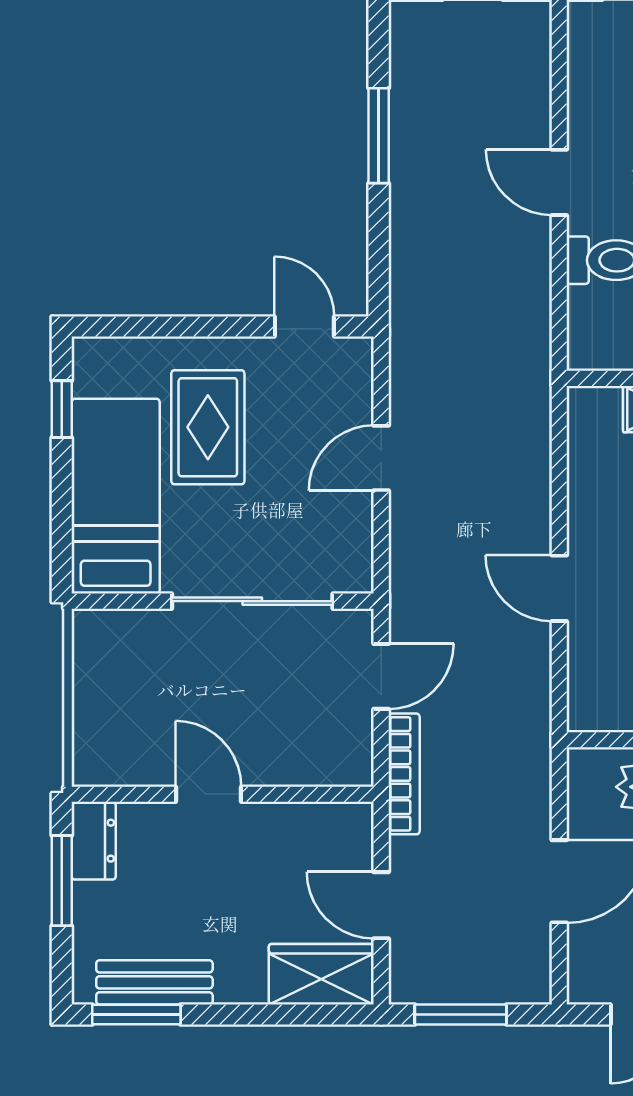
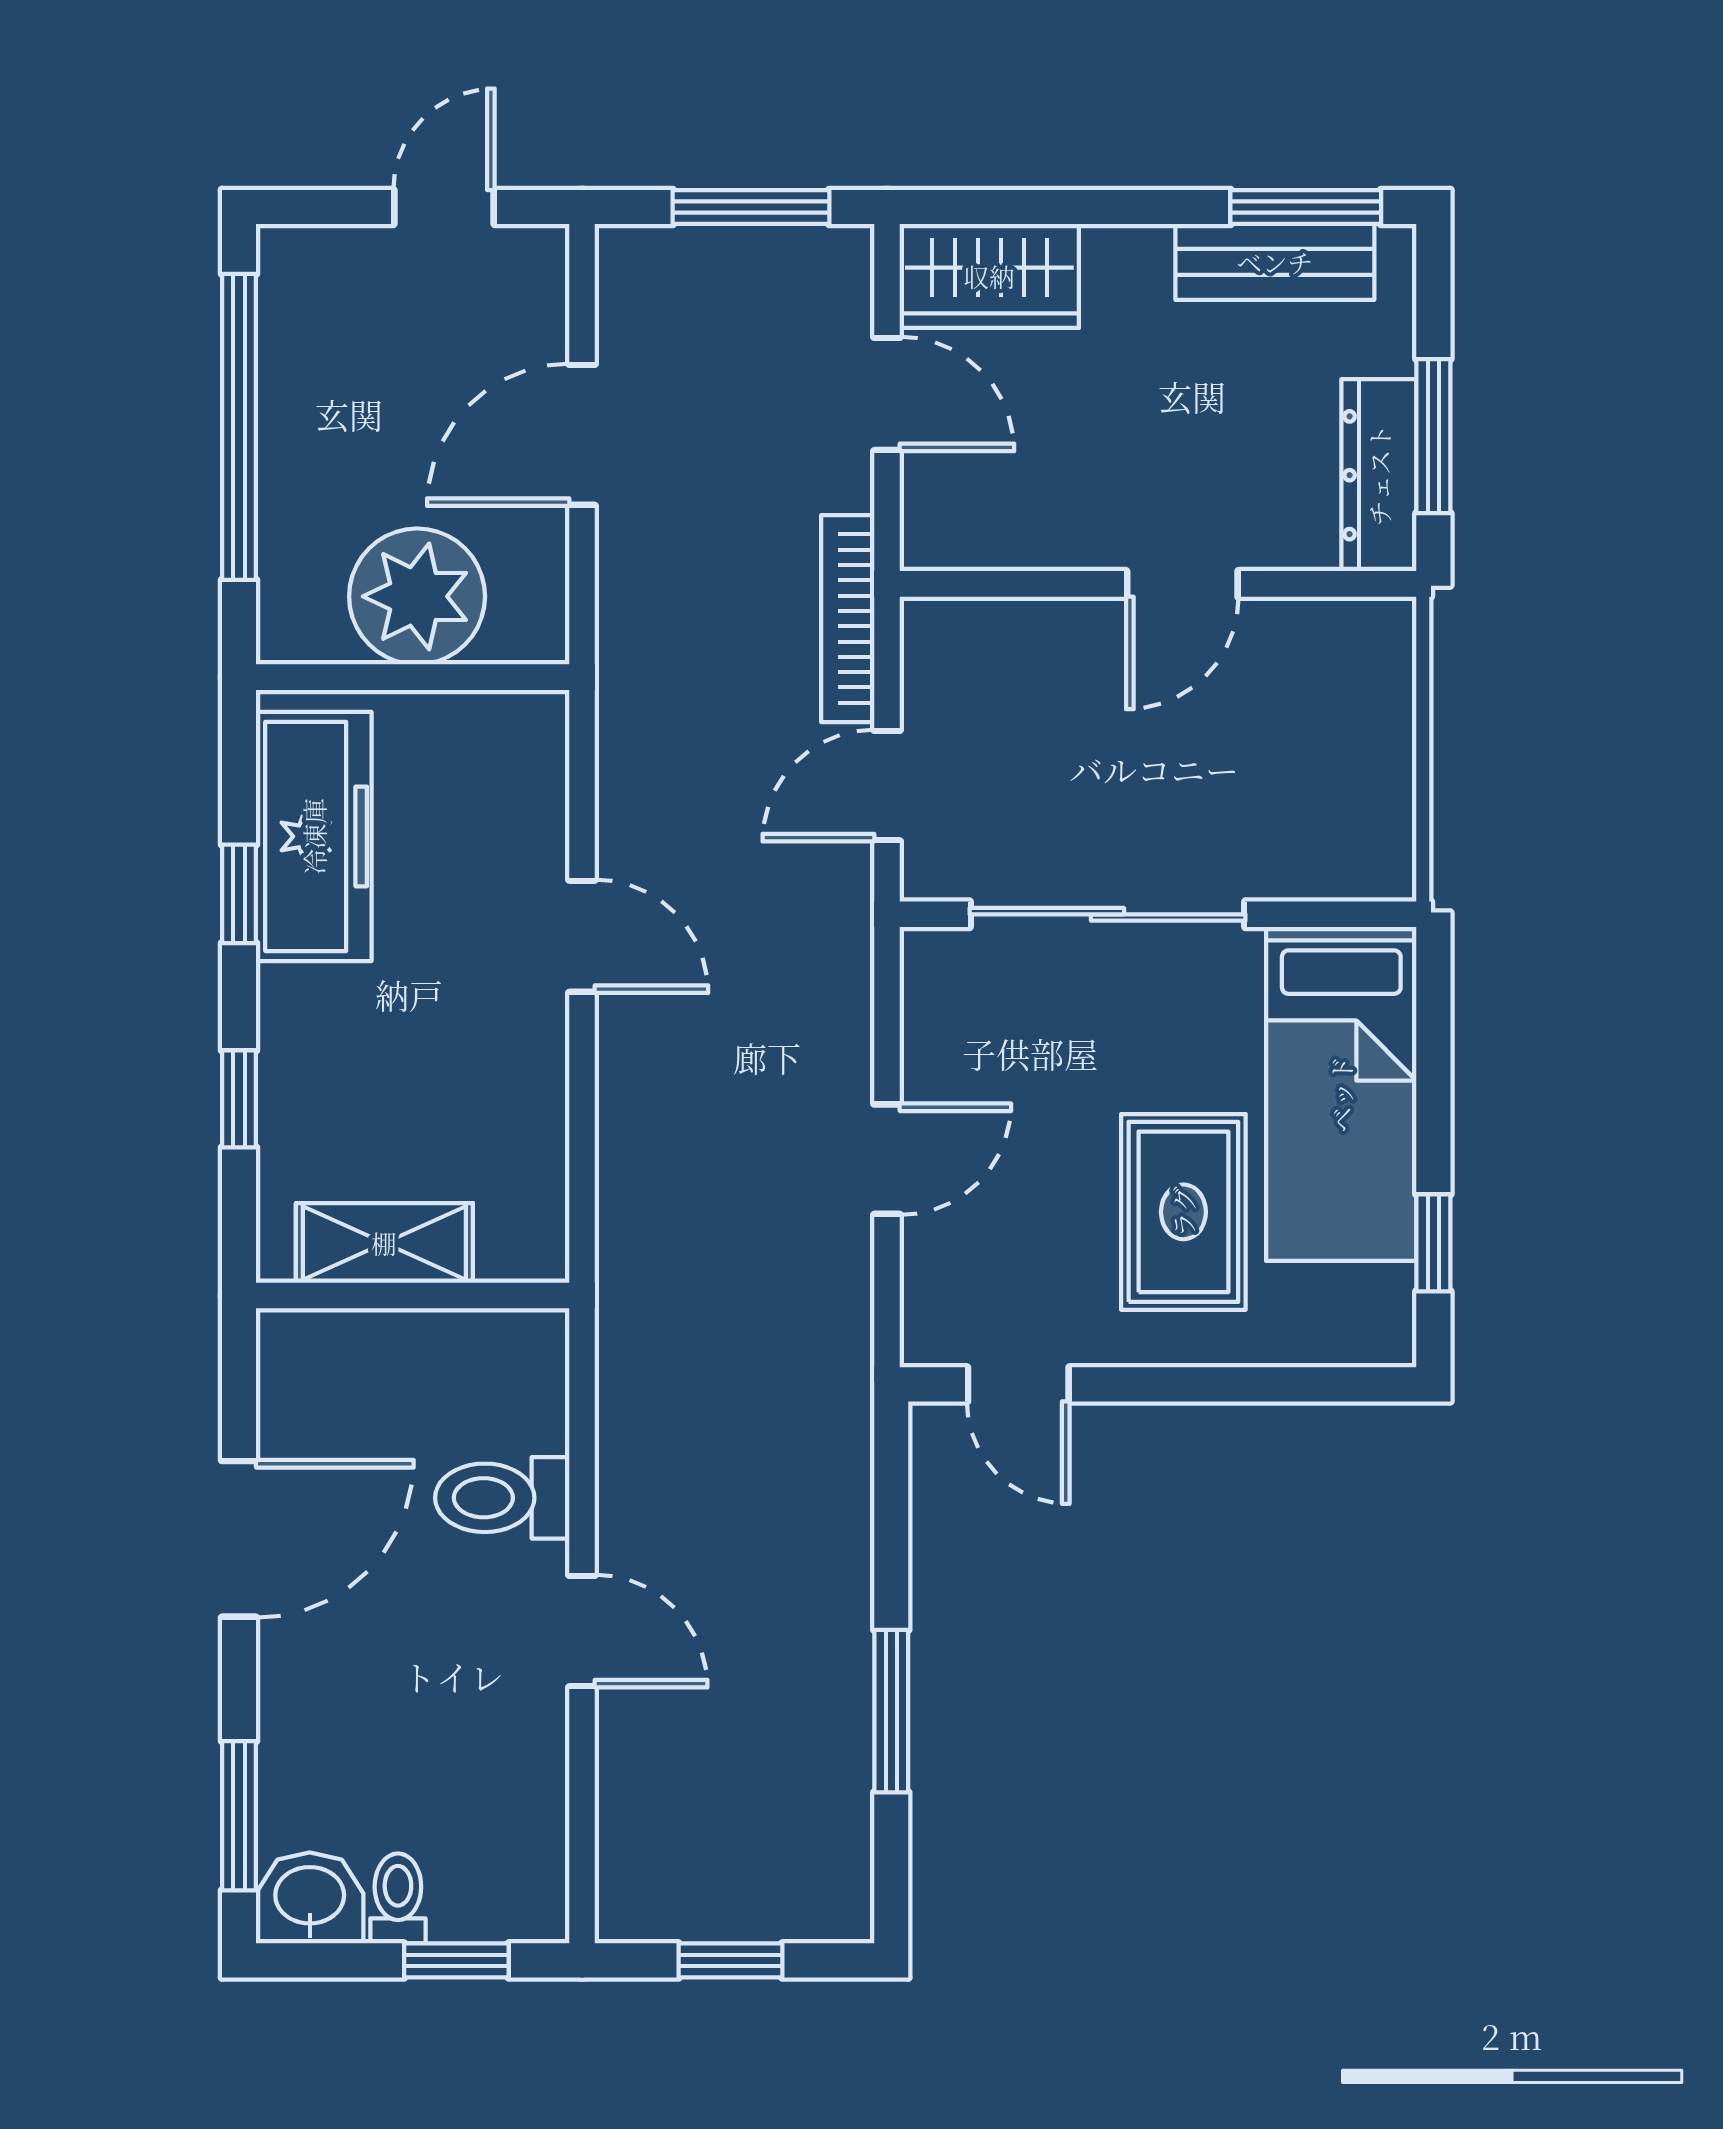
door: (209, 794) -> (1182, 584), hinge flipped
dresser: (94, 841) -> (1379, 475), width x1.44

